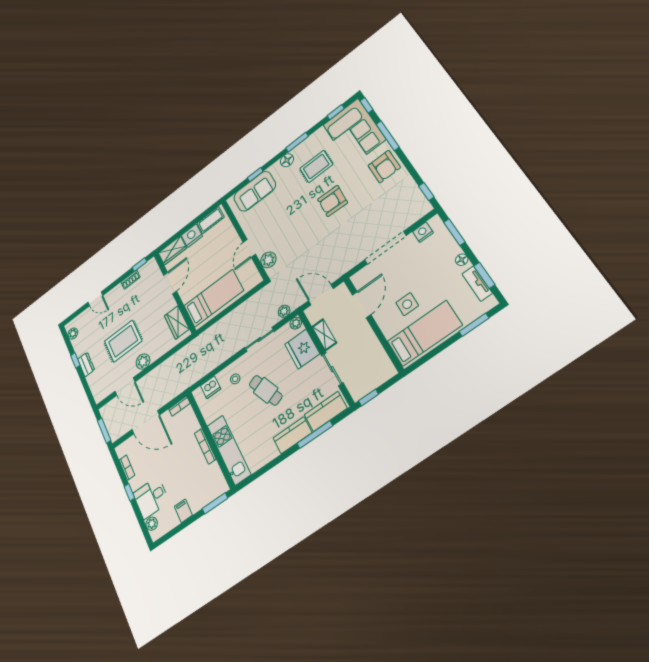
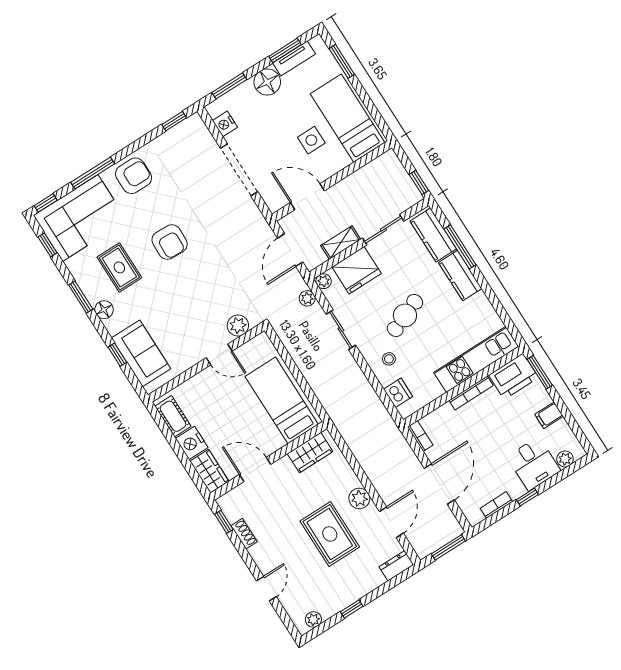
floor lamp: (462, 260) -> (267, 82), width x1.89, depth x1.89
dresser: (86, 364) -> (396, 566), moved
printer: (214, 481) -> (514, 376), added

